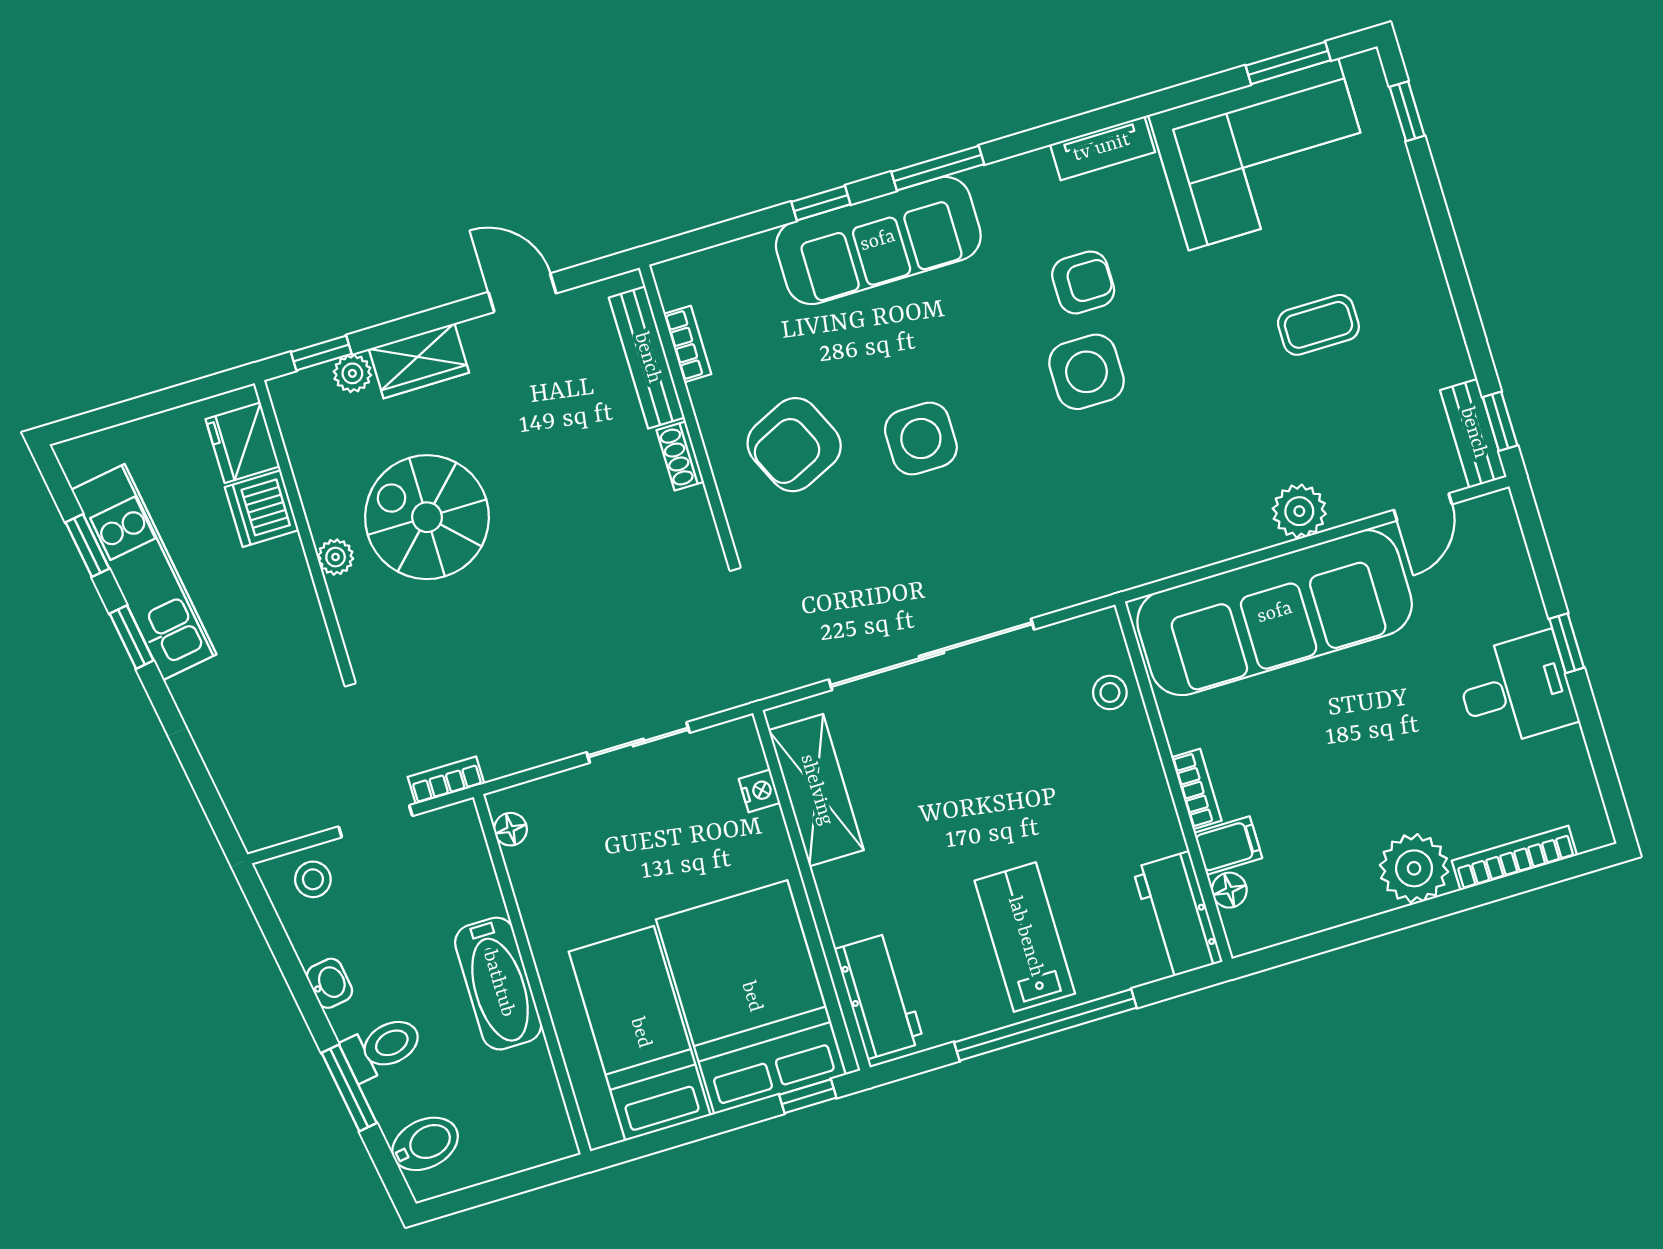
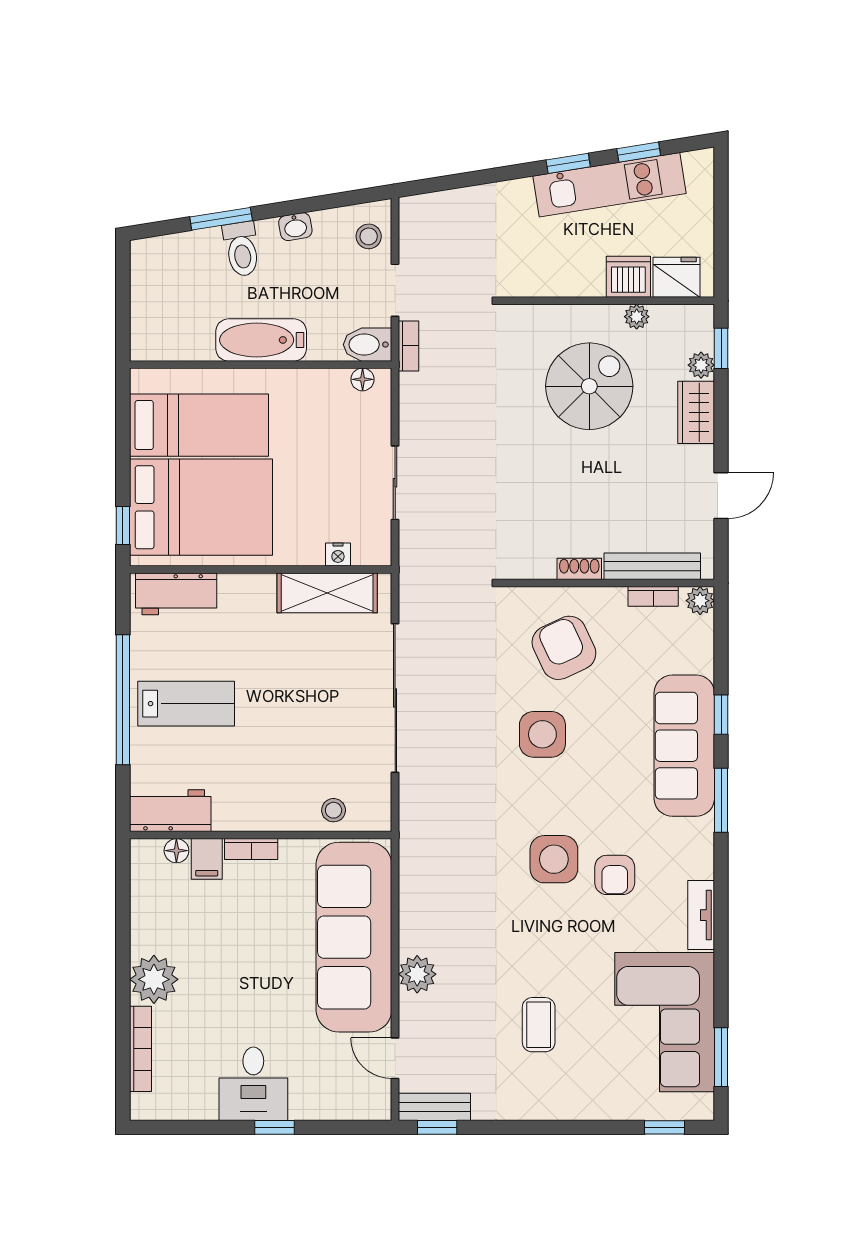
plant: (674, 278) -> (700, 601), added
plant: (336, 557) -> (637, 317), moved
bidet: (425, 1144) -> (368, 345), moved, turned 99

